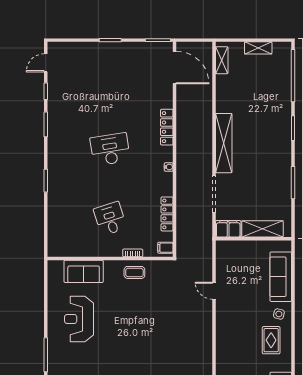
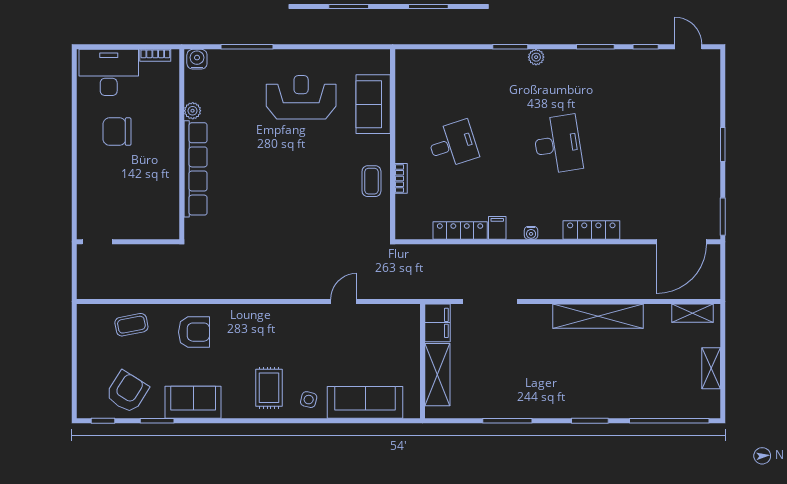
shelving: (224, 143) -> (598, 316), moved
plant: (53, 164) -> (536, 57), added
filing cabinet: (165, 248) -> (497, 228), moved
rug: (271, 340) -> (269, 388), turned 90

